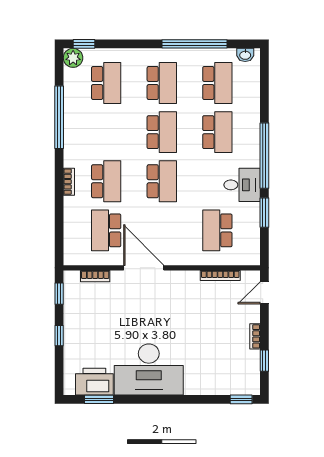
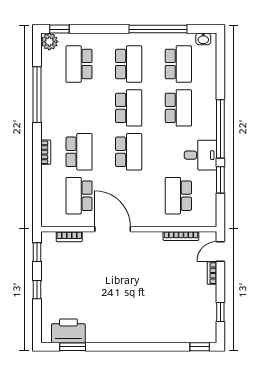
school desk: (106, 83) -> (79, 64), turned 180
bookcase: (255, 336) -> (212, 273), moved
desk: (149, 369) -> (117, 320), removed

